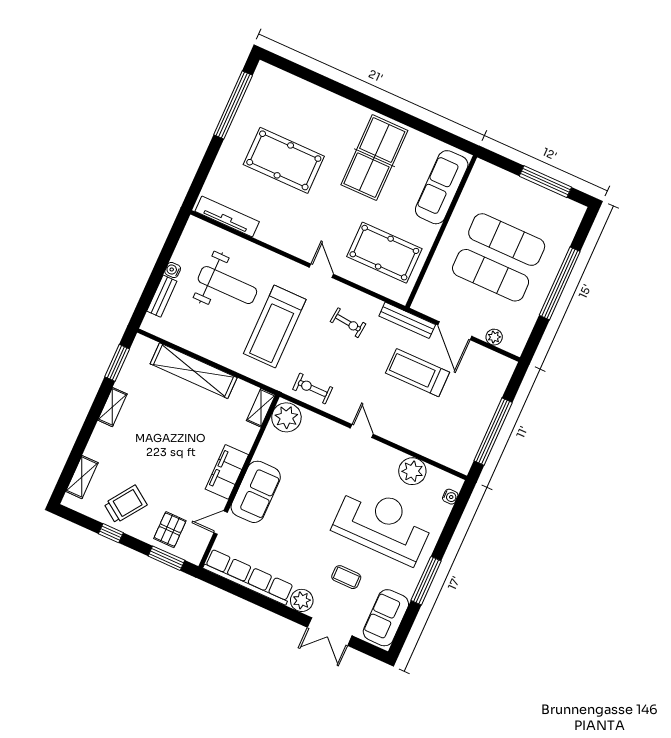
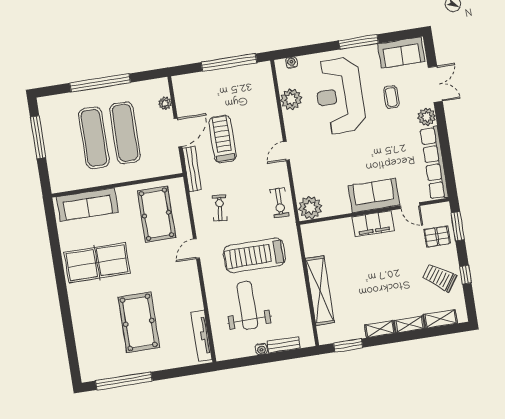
treadmill: (275, 326) -> (254, 255), turned 180
treadmill: (418, 373) -> (223, 139), turned 180
shelving: (261, 408) -> (409, 324), moved

